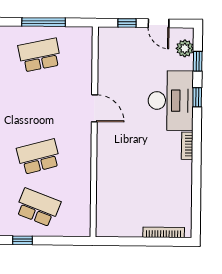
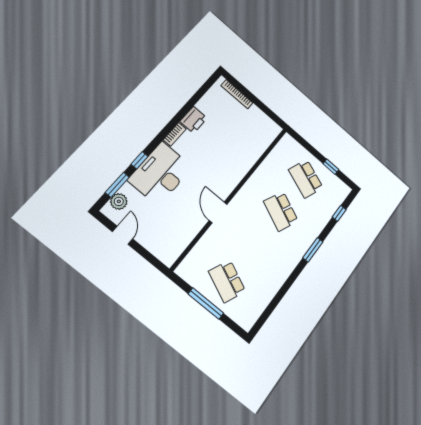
window: (127, 23) -> (146, 254), removed
school desk: (40, 55) -> (227, 281), turned 36
window: (198, 61) -> (117, 185), width x1.50
school desk: (39, 157) -> (281, 211), turned 39
printer: (182, 173) -> (194, 120), added

